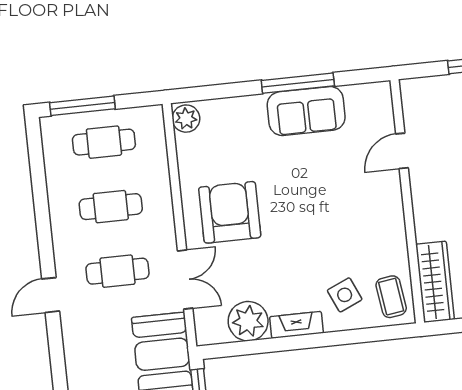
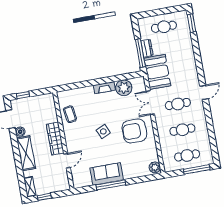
armchair: (230, 212) -> (134, 131), turned 90
wardrobe: (435, 282) -> (55, 139), moved
side table: (345, 295) -> (103, 131), moved
coffee table: (391, 297) -> (70, 114), moved

